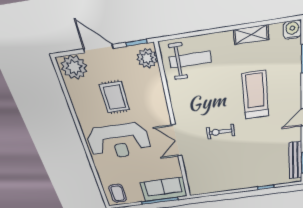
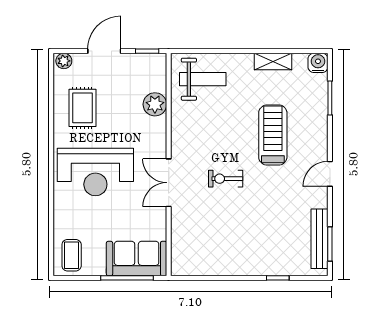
door: (98, 49) -> (104, 51), hinge flipped
plant: (147, 58) -> (155, 104), moved
plant: (74, 67) -> (64, 61), width x0.53, depth x0.53
rug: (114, 97) -> (82, 108), moved

